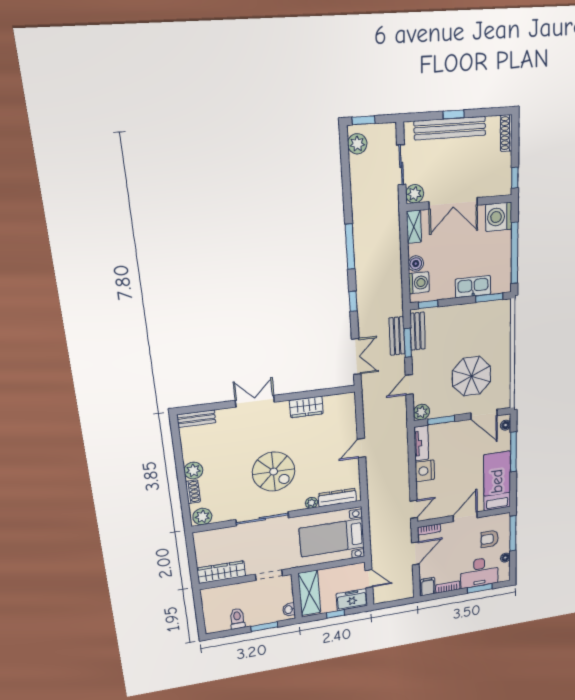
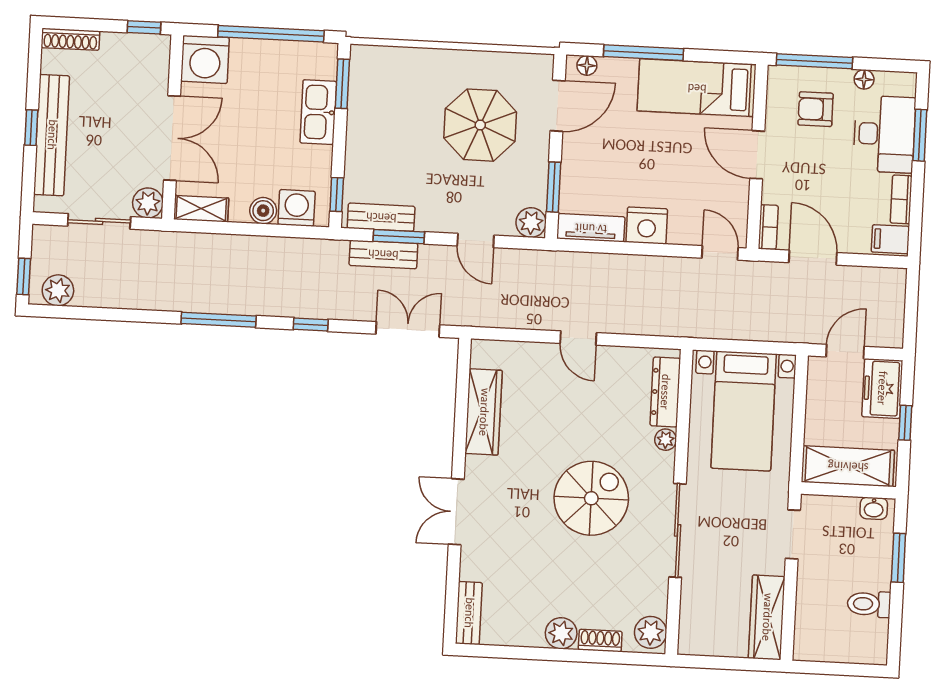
wardrobe: (306, 407) -> (484, 412), width x1.50
armchair: (490, 539) -> (816, 109), turned 90

